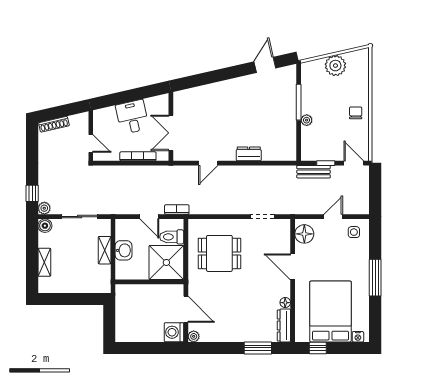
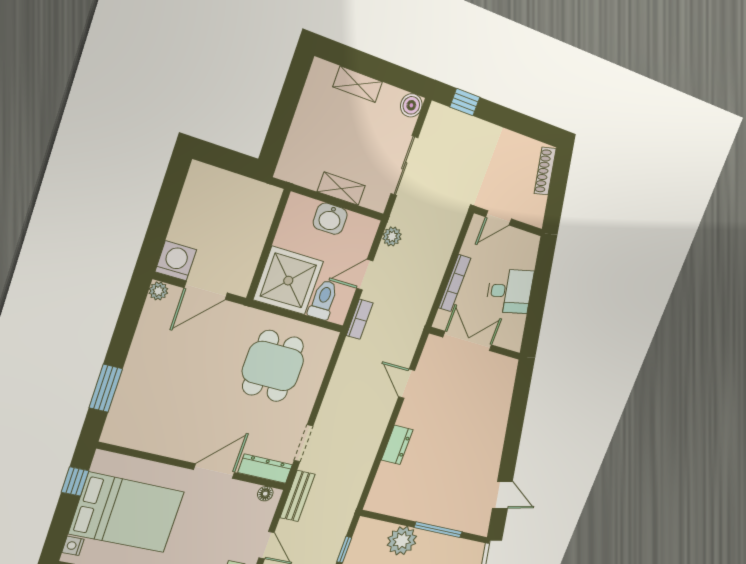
plant: (307, 120) -> (402, 541), width x1.88, depth x1.88
bench: (314, 172) -> (297, 496), moved
plant: (44, 208) -> (392, 236), moved
floor lamp: (304, 234) -> (265, 494), width x0.53, depth x0.53
floor lamp: (285, 303) -> (164, 448), removed
dresser: (284, 325) -> (265, 469), moved

